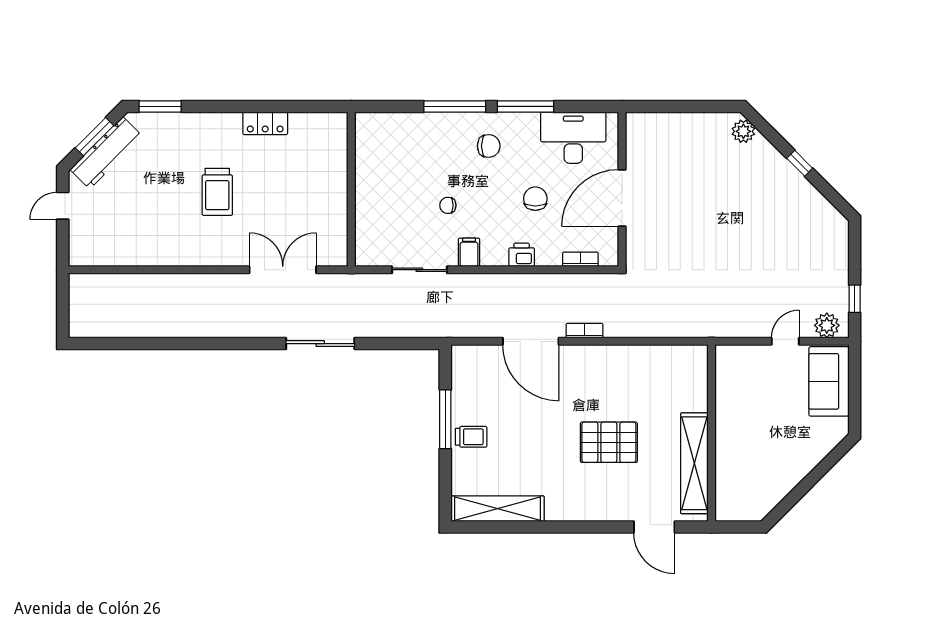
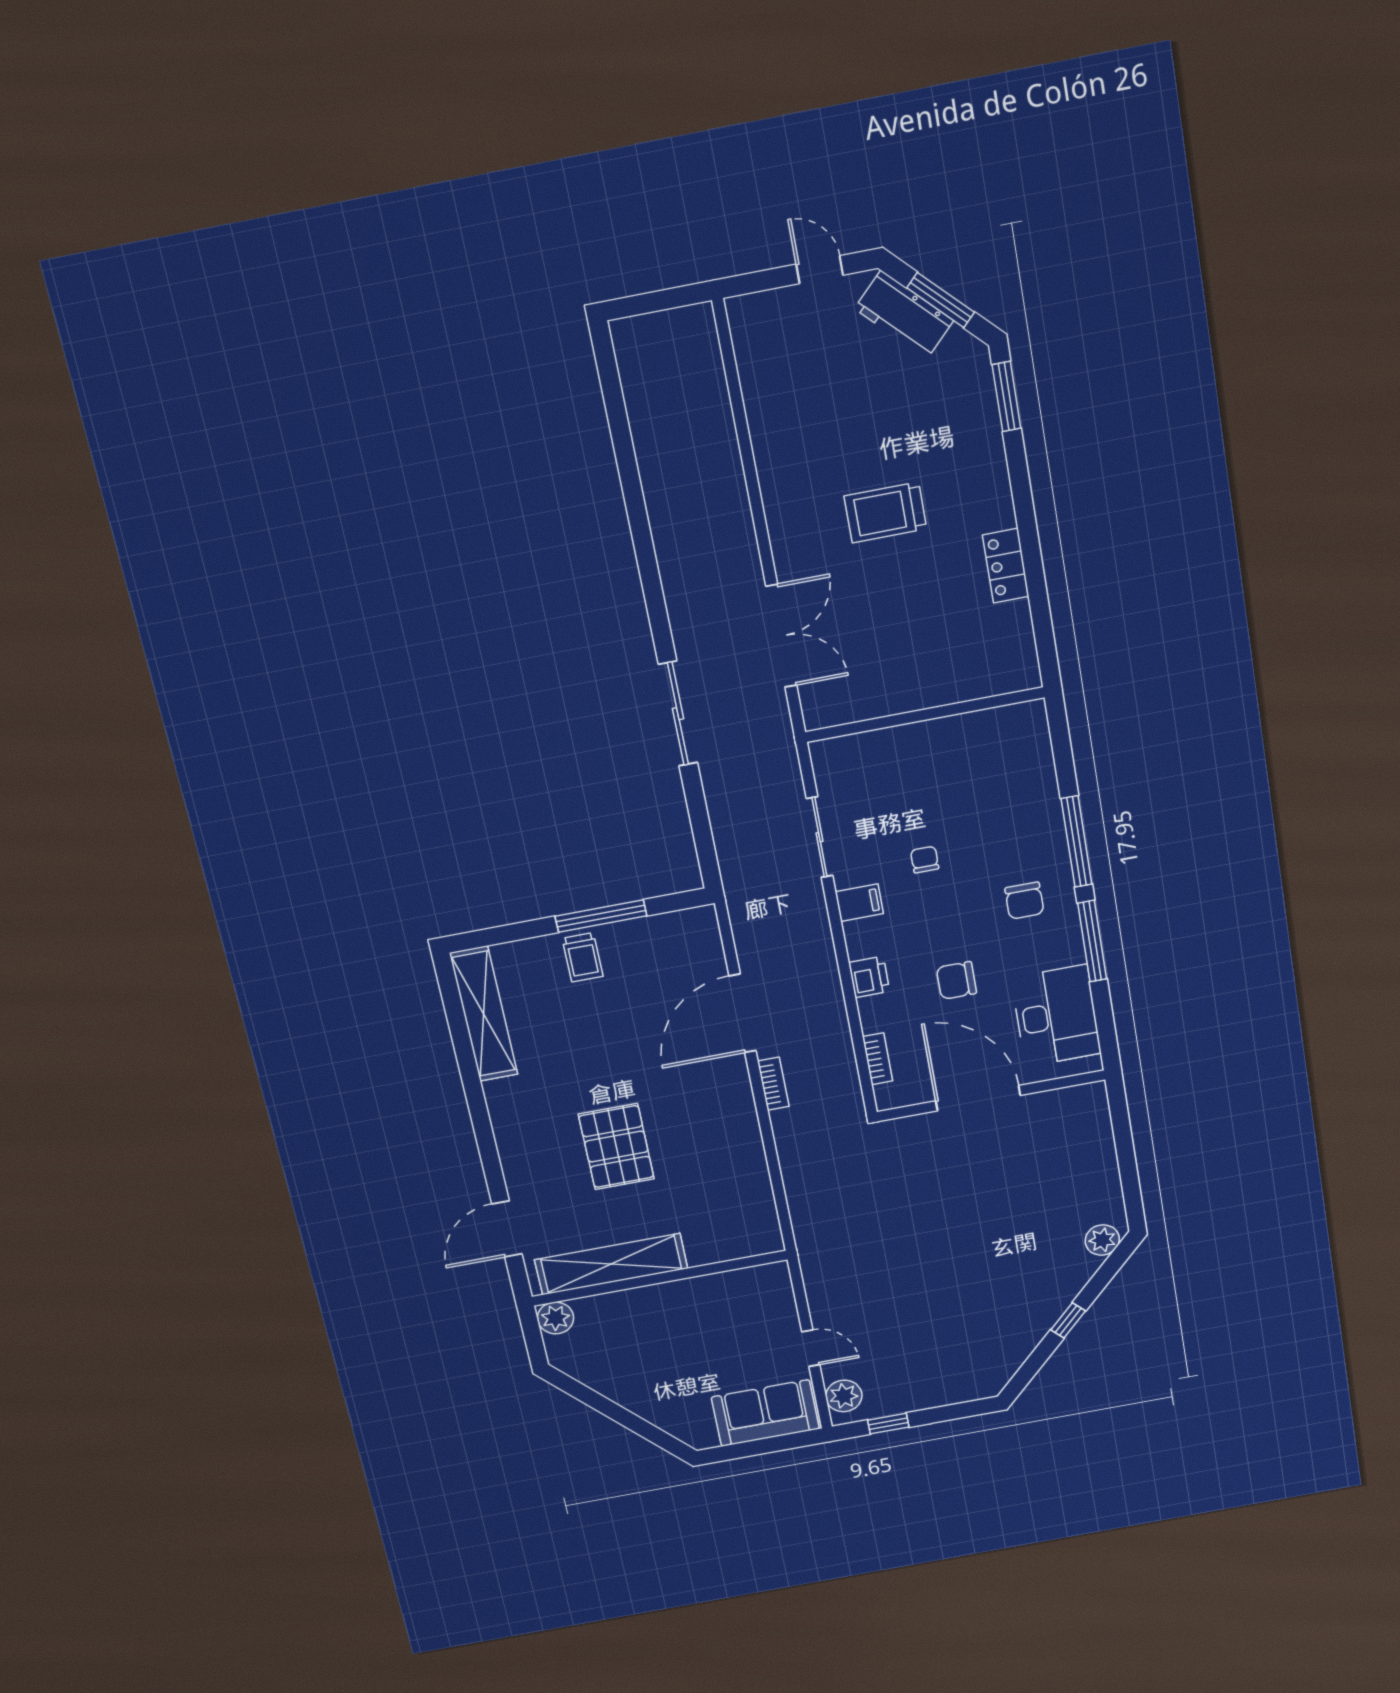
workbench: (106, 153) -> (904, 315), width x0.73
chair: (535, 199) -> (956, 980), turned 180
plant: (727, 509) -> (556, 1318), added

